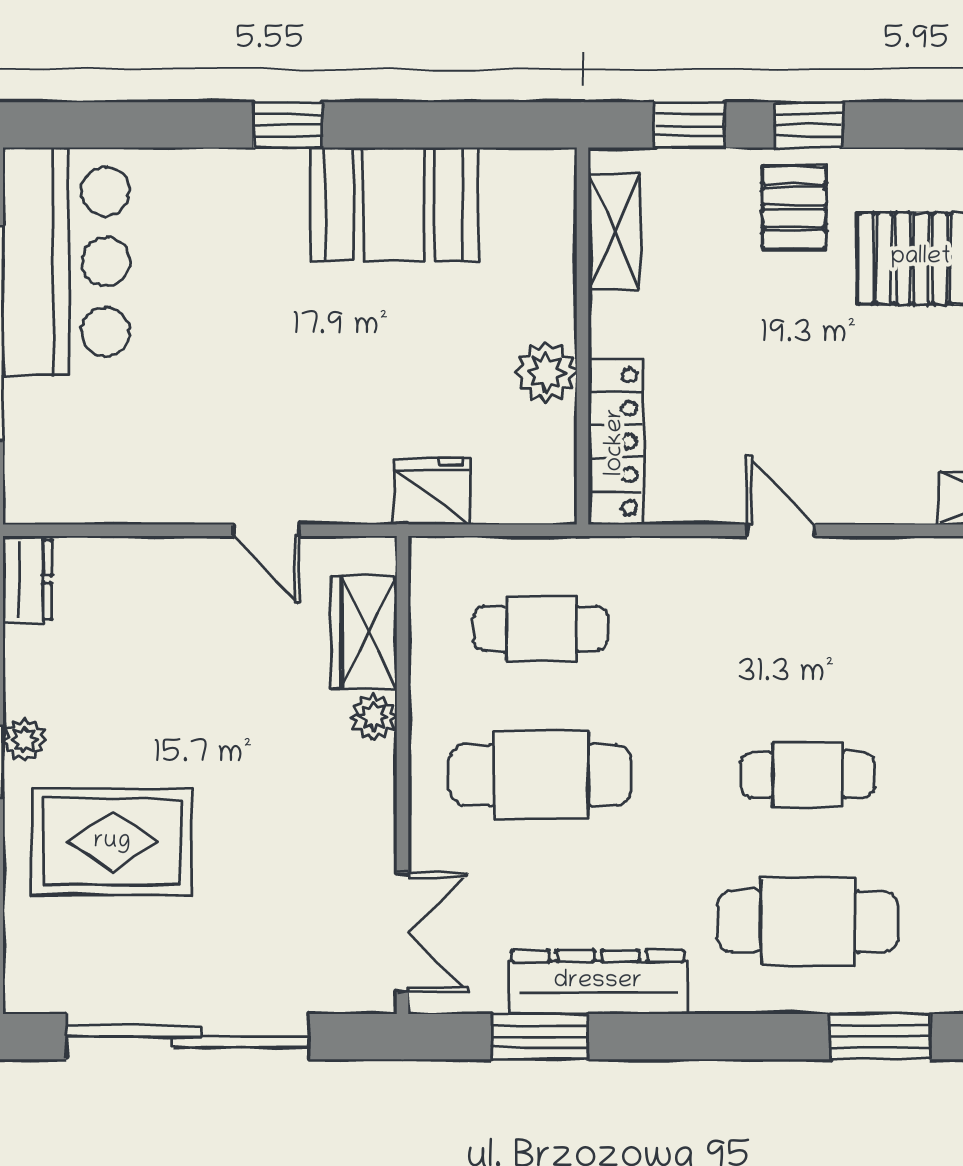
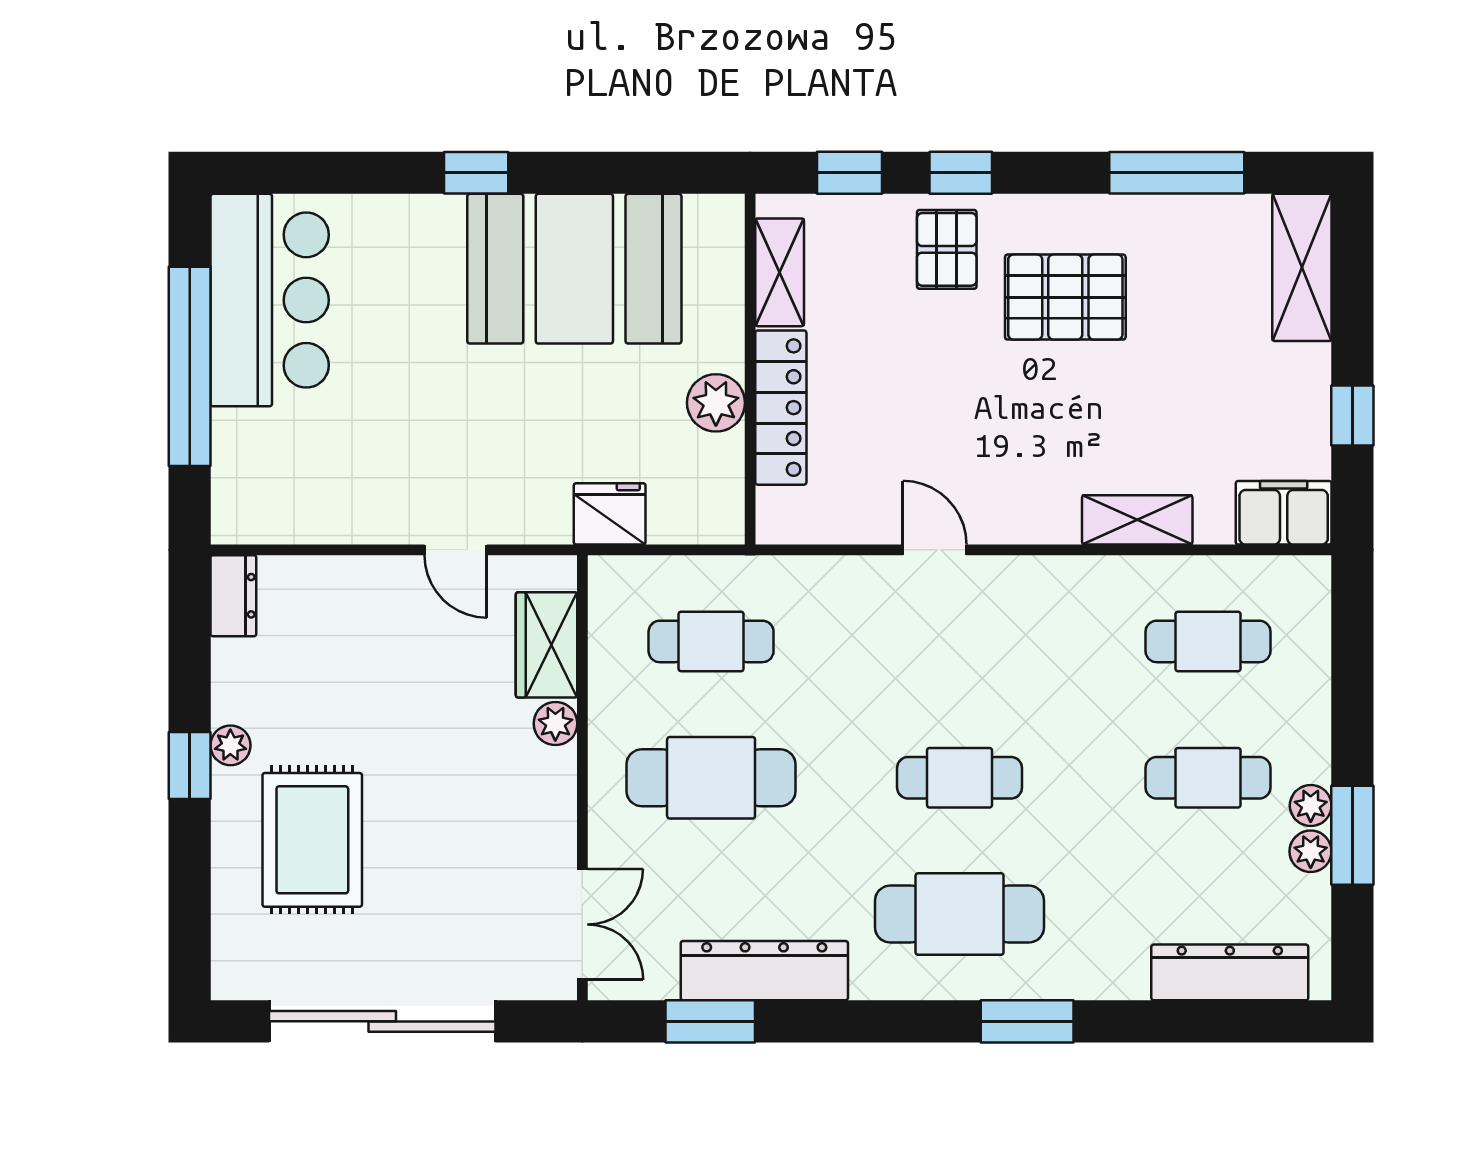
booth: (394, 204) -> (574, 269), width x1.36, depth x1.42
locker: (616, 442) -> (781, 408), moved
rug: (112, 842) -> (312, 840), turned 90

